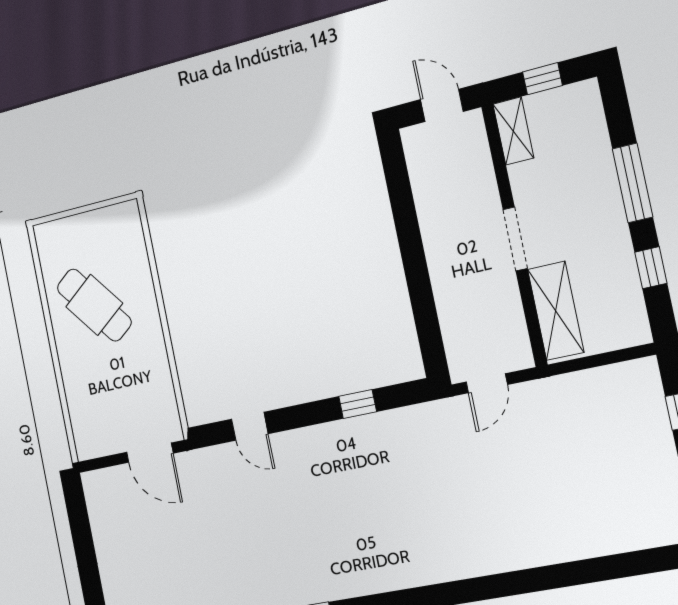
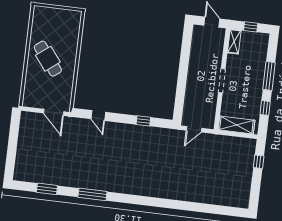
cafe table: (94, 305) -> (48, 59), moved
shelving: (556, 311) -> (236, 125), moved, turned 90

